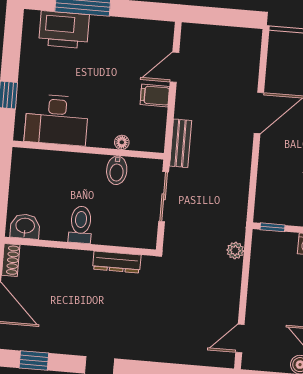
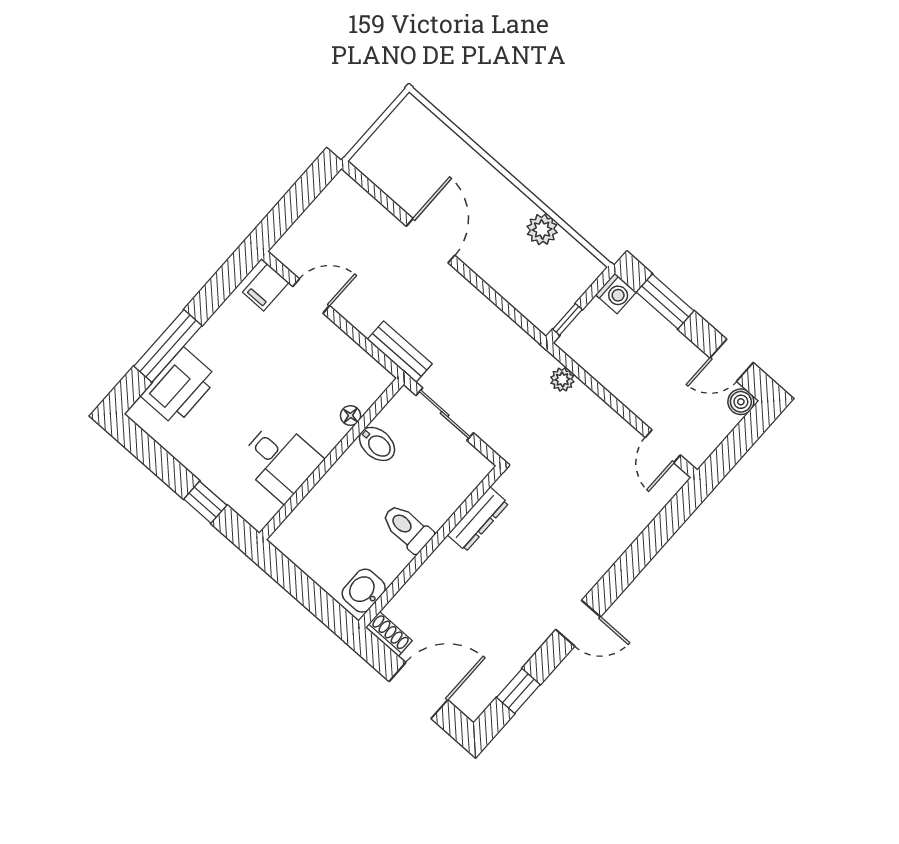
door: (175, 67) -> (311, 296), swing flipped
filing cabinet: (155, 95) -> (266, 287), moved
desk: (57, 120) -> (280, 460), width x0.73

